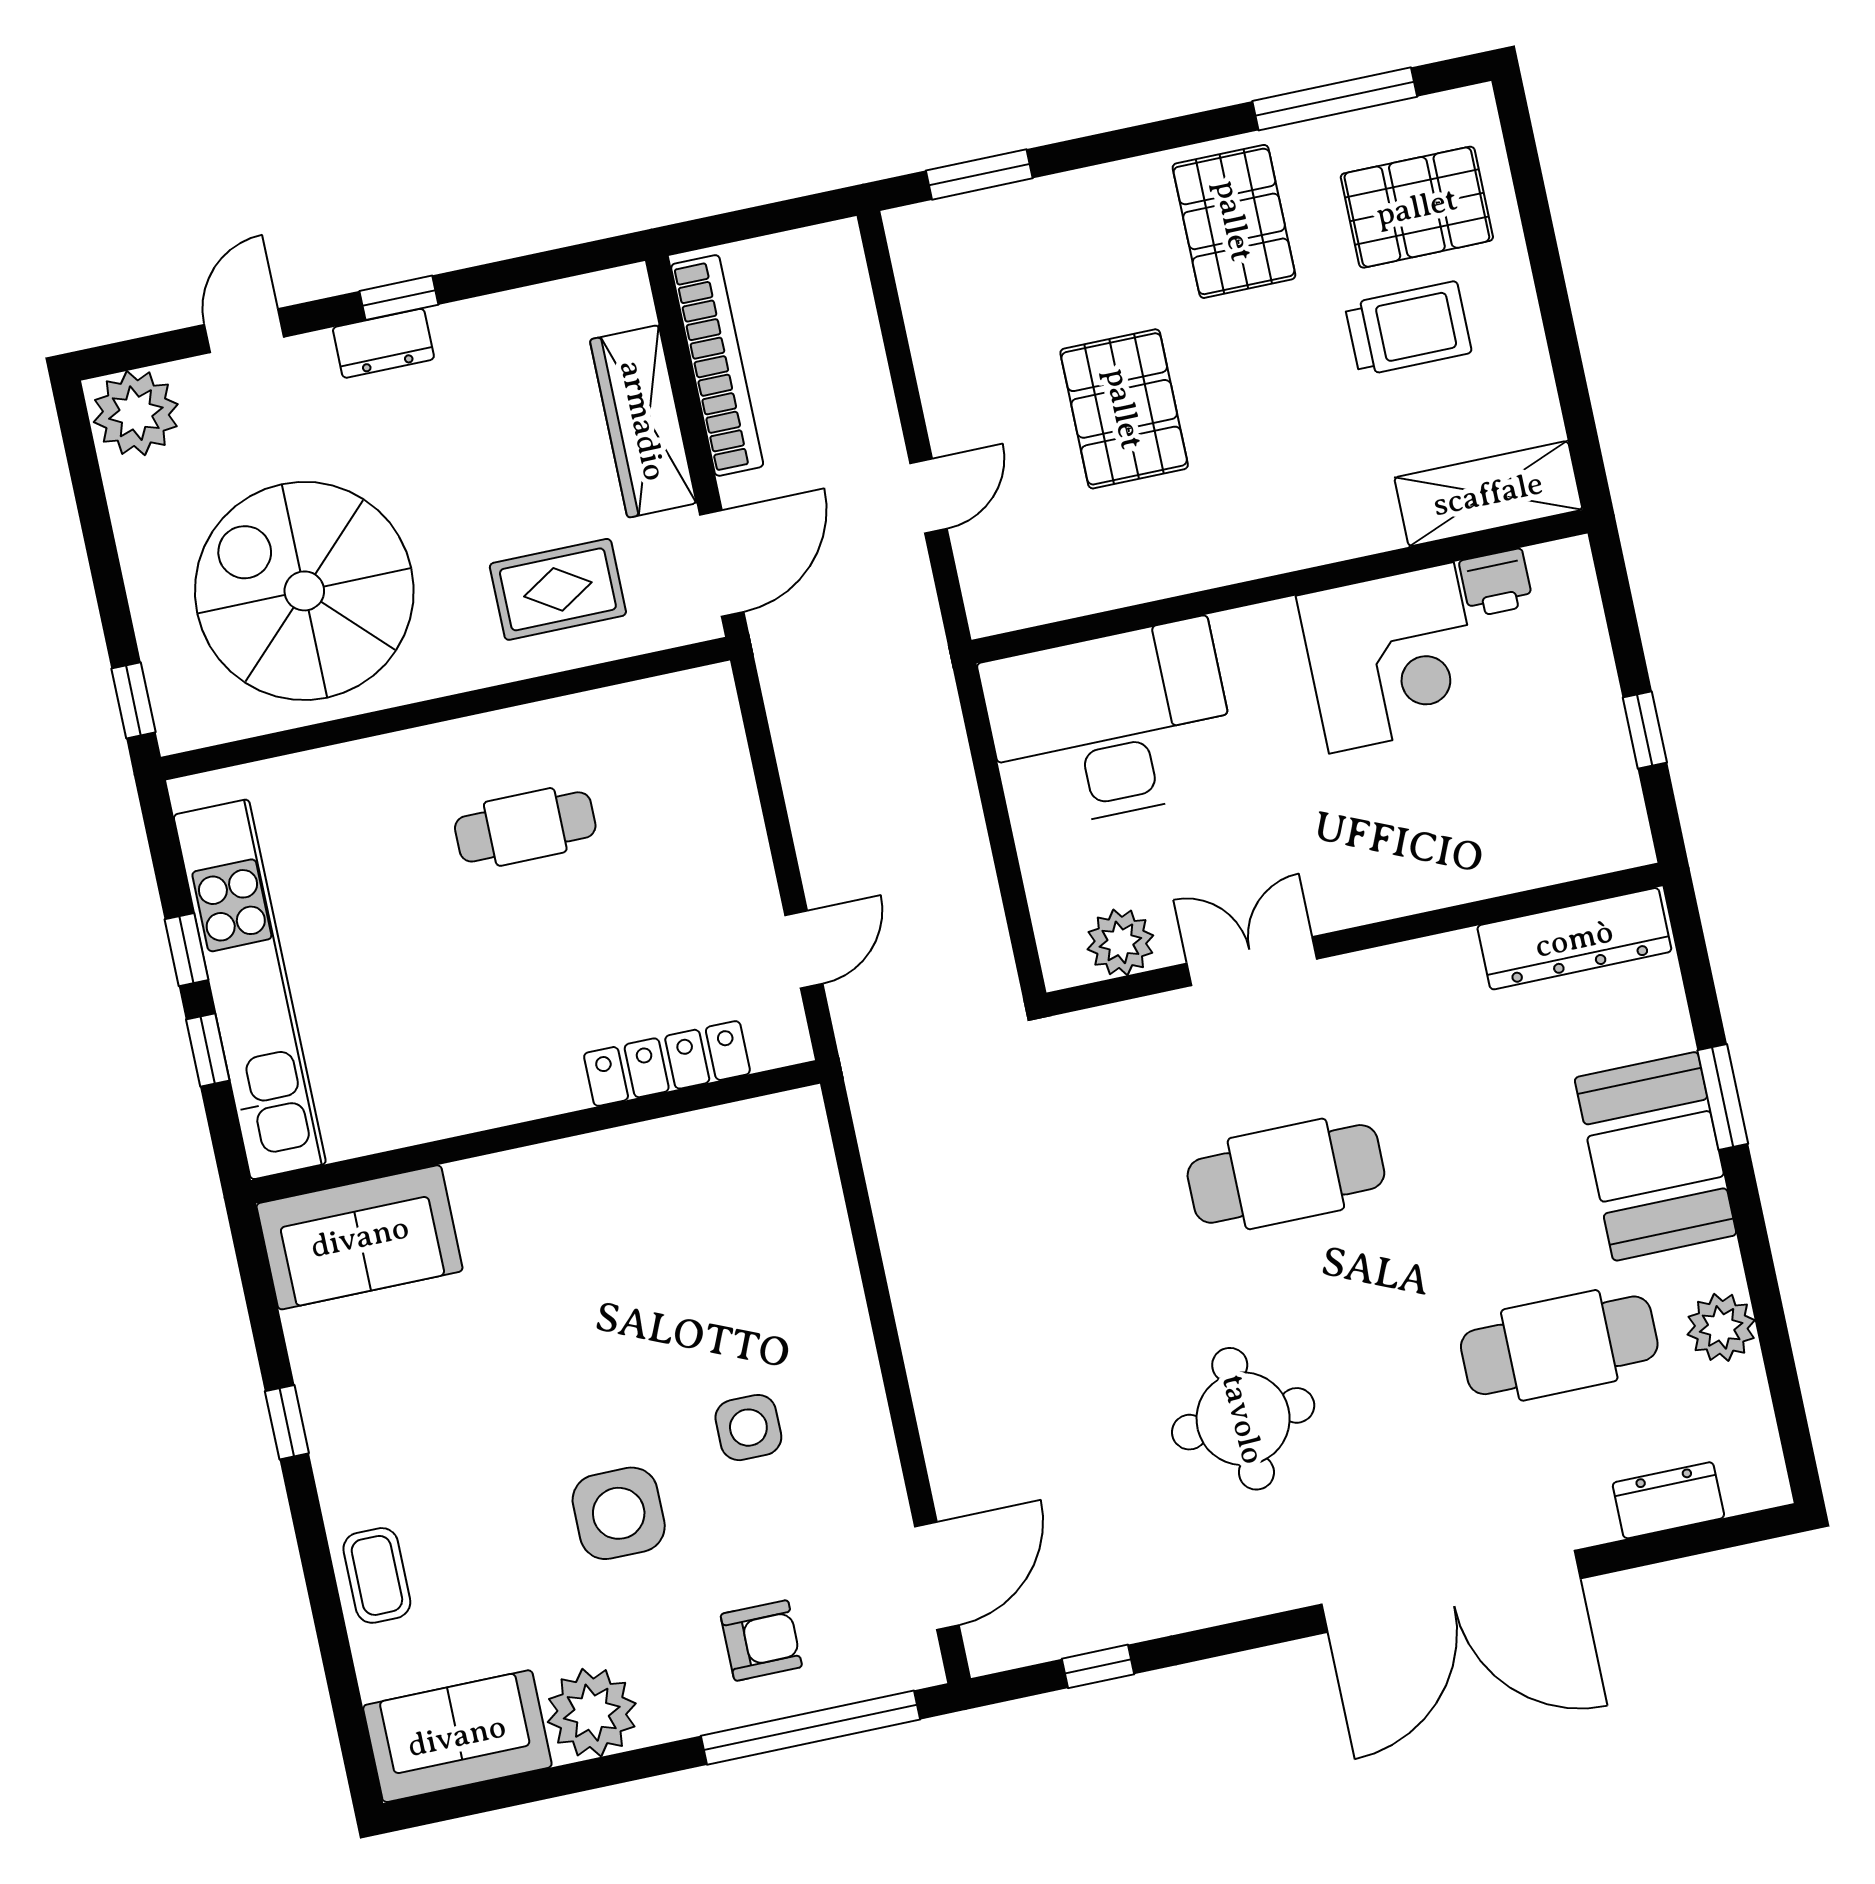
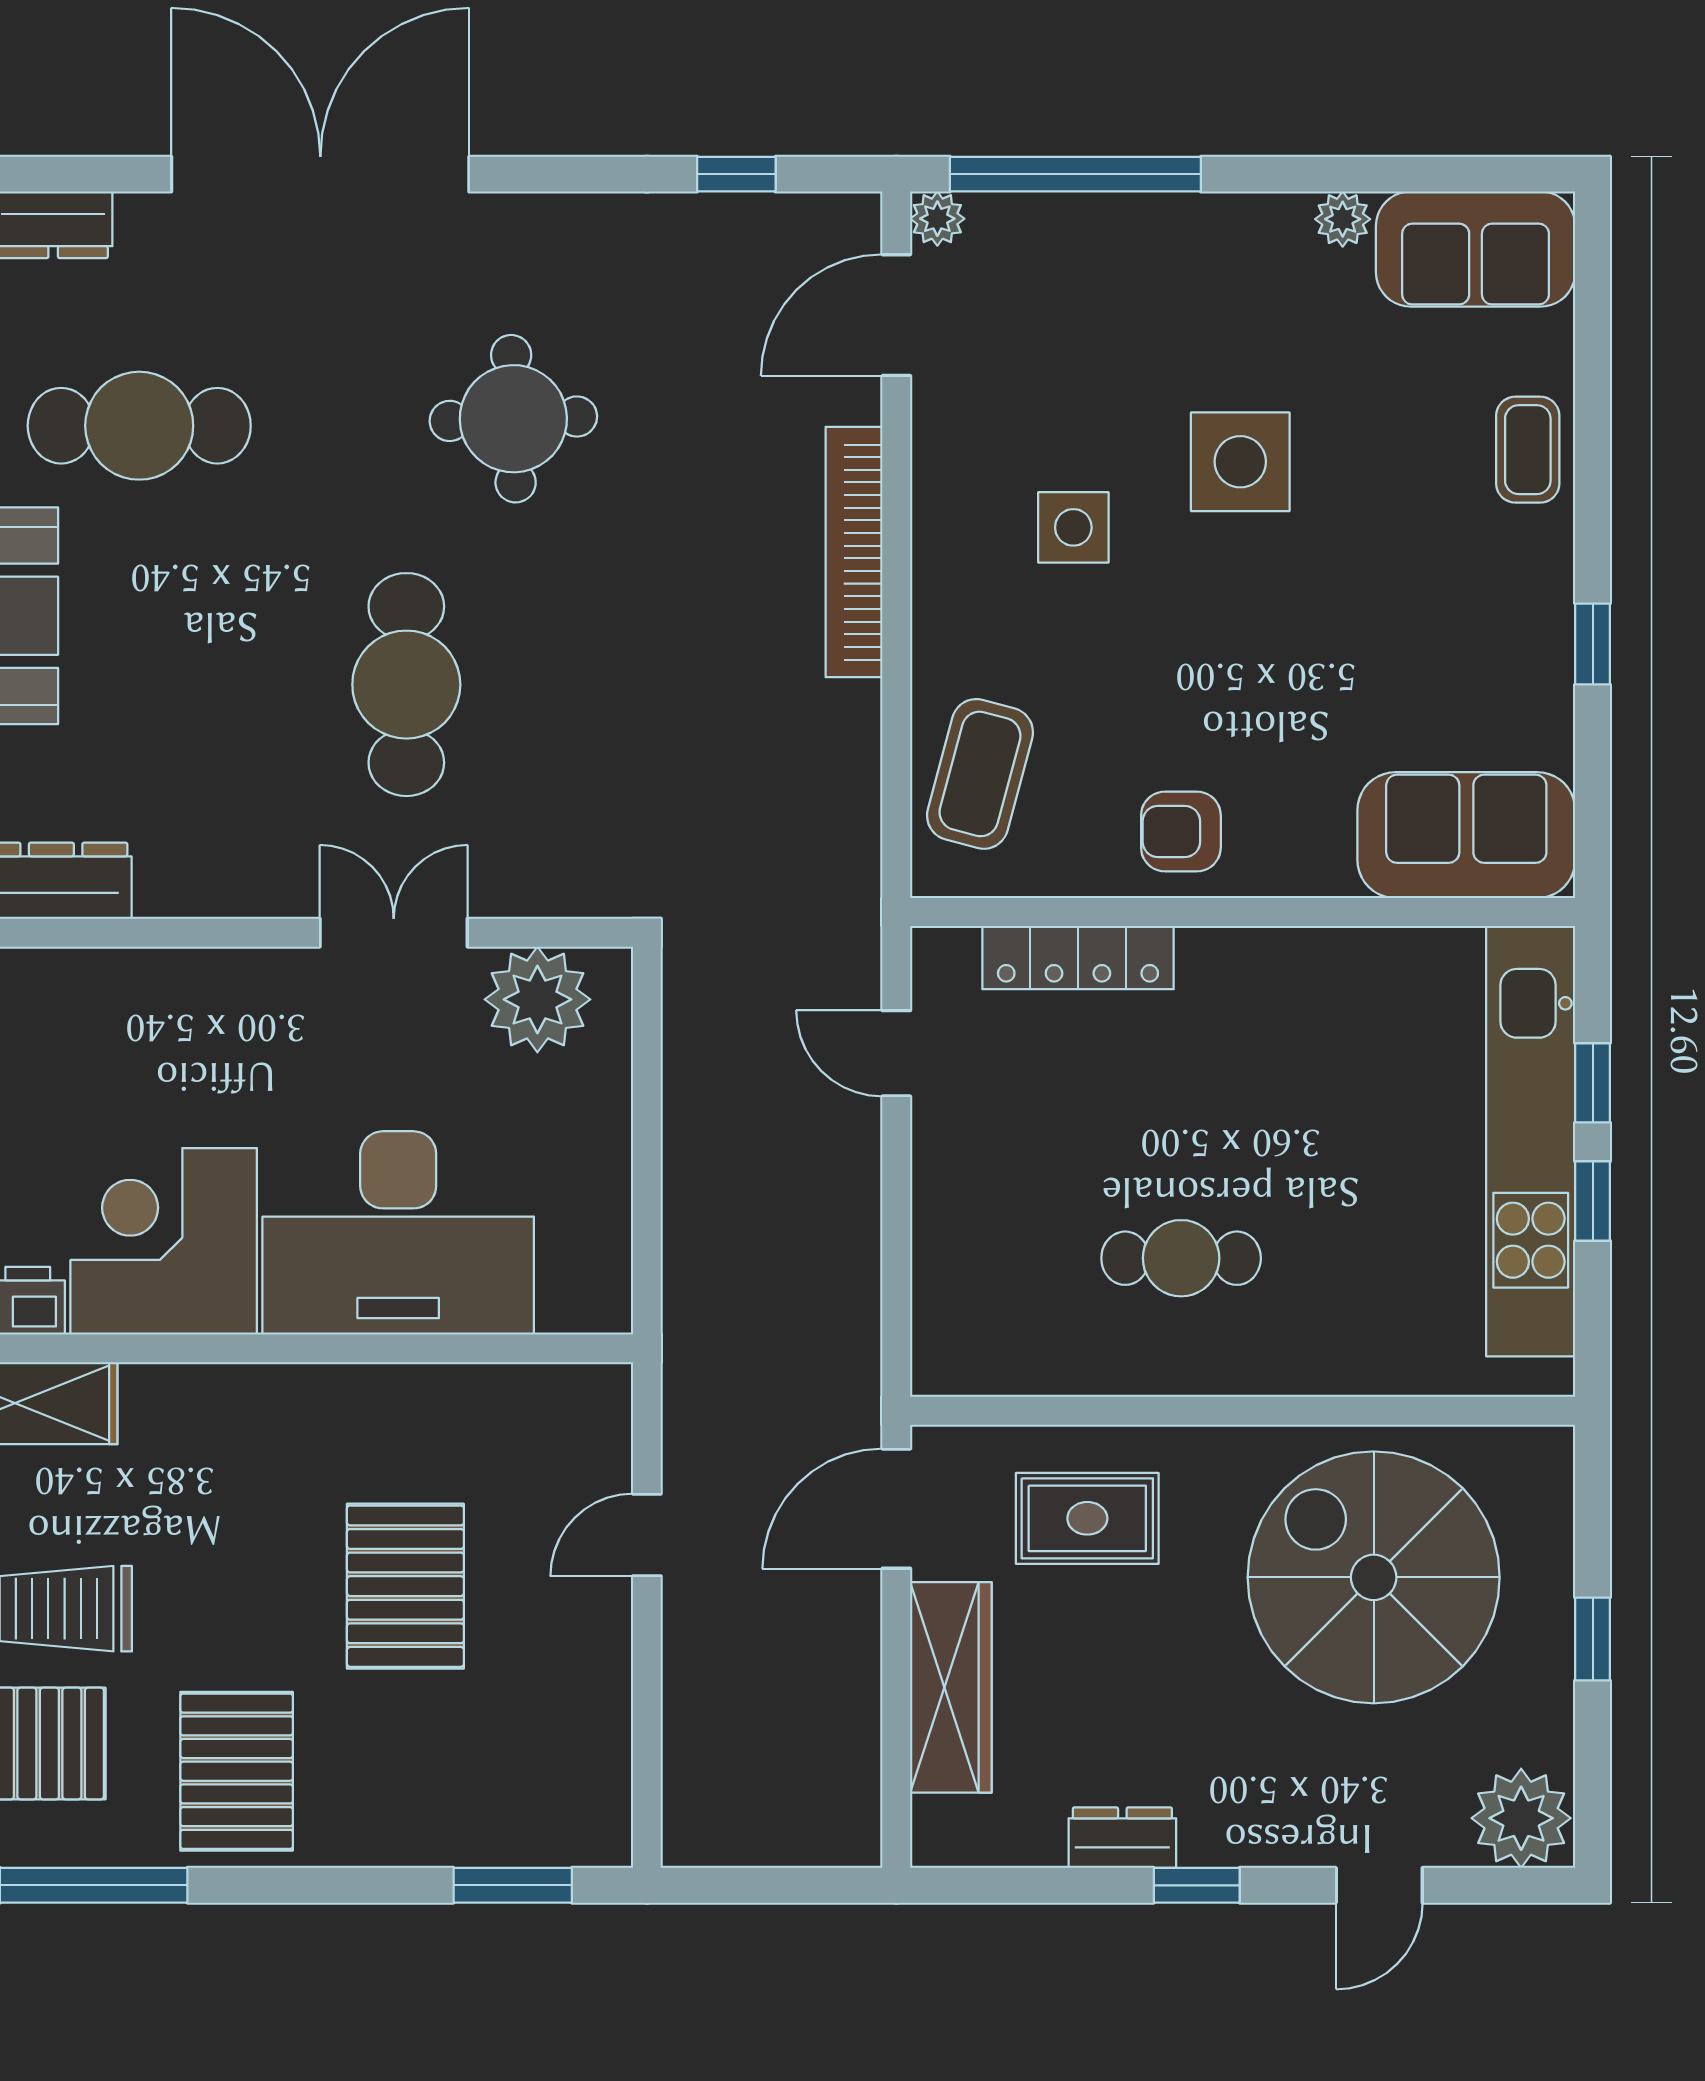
dresser: (383, 343) -> (1122, 1838), moved
bookcase: (717, 365) -> (854, 552), moved
spiral stairs: (304, 591) -> (1374, 1577), turned 180
window: (134, 700) -> (1593, 1639), moved
desk: (1110, 725) -> (398, 1233), moved
plant: (1120, 942) -> (537, 999), width x1.36, depth x1.36
door: (804, 949) -> (896, 1053), hinge flipped
double door: (1252, 961) -> (394, 933), swing flipped
cafe table: (1286, 1174) -> (406, 685), turned 90
coffee table: (783, 1202) -> (980, 774), added
armchair: (761, 1641) -> (1181, 831), moved
plant: (919, 1665) -> (937, 219), added
plant: (592, 1713) -> (1343, 219), width x0.53, depth x0.53

